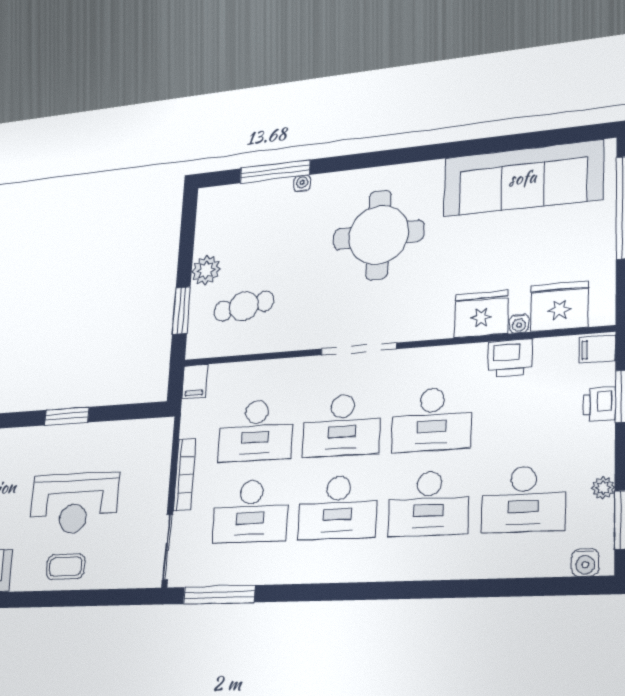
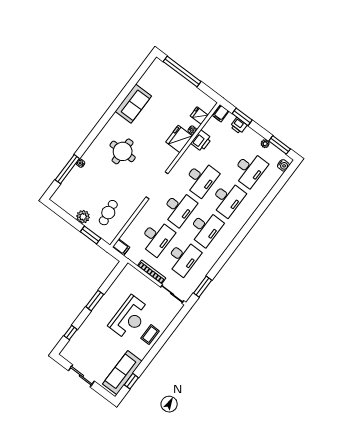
sofa: (523, 178) -> (133, 104), width x0.54, depth x0.79
round table: (378, 235) -> (123, 151), width x0.73, depth x0.73
fridge: (559, 306) -> (199, 116), width x0.53, depth x0.75
window: (219, 595) -> (203, 287), width x0.69

